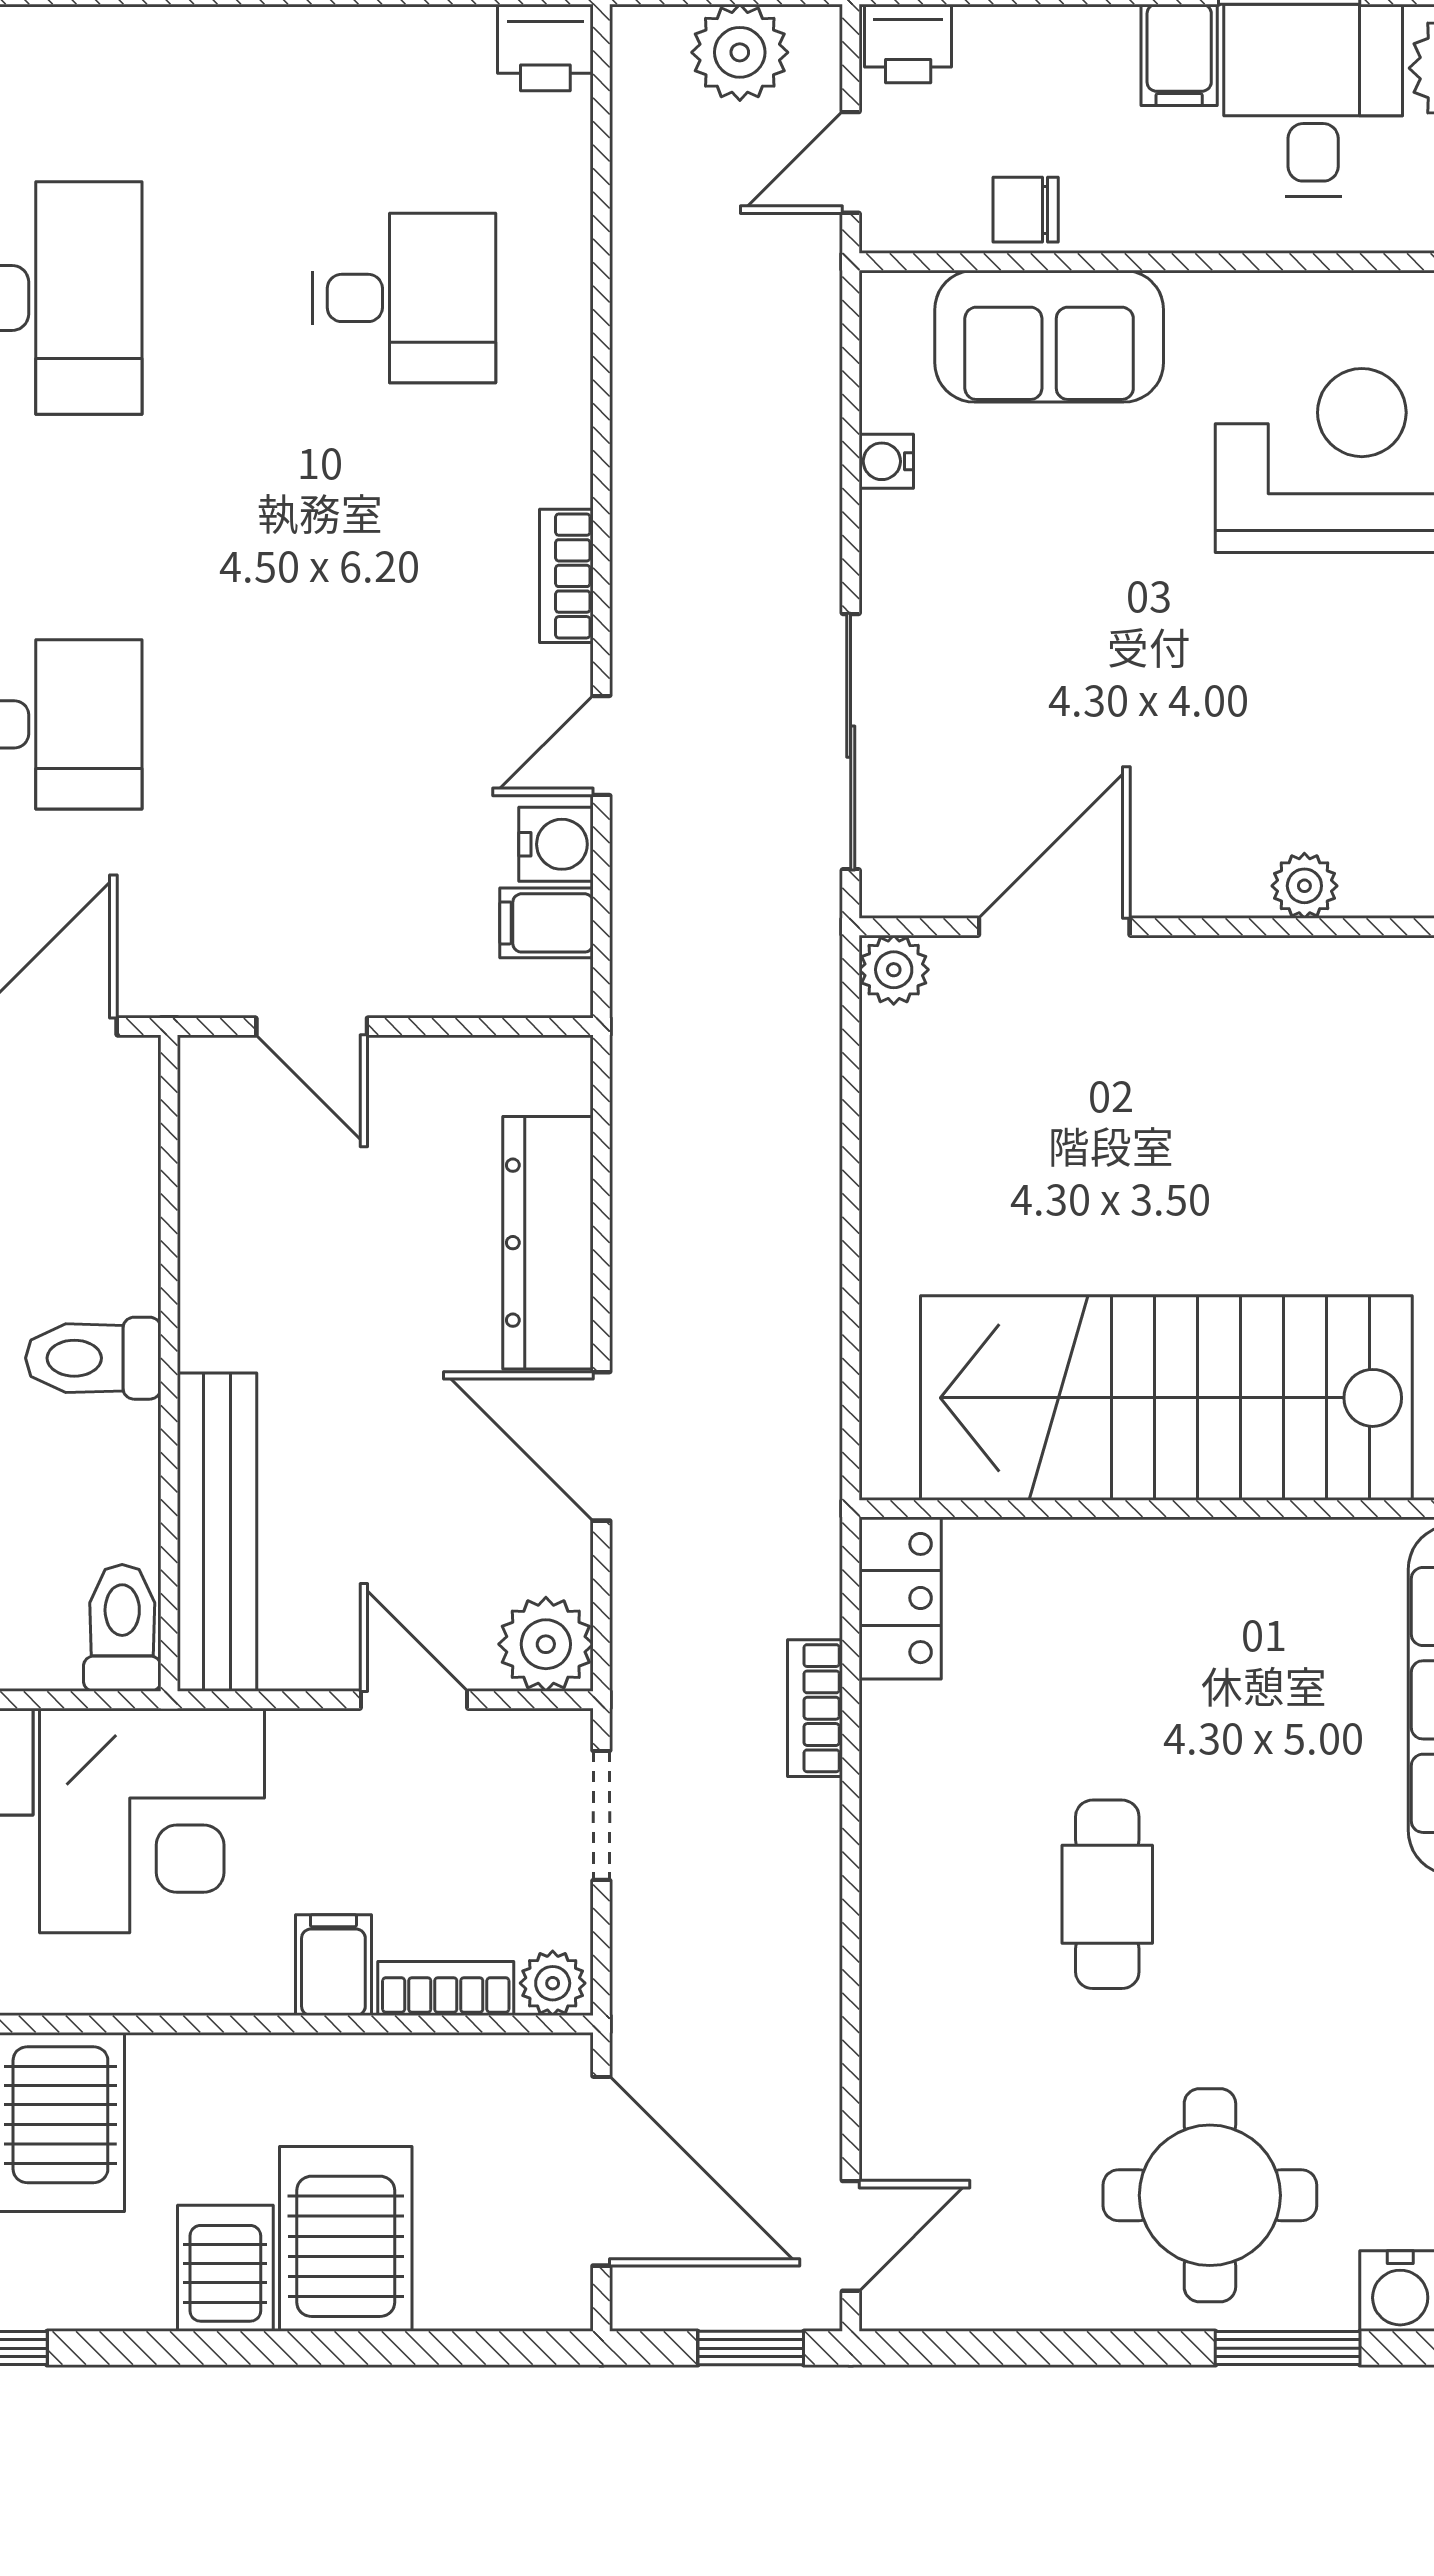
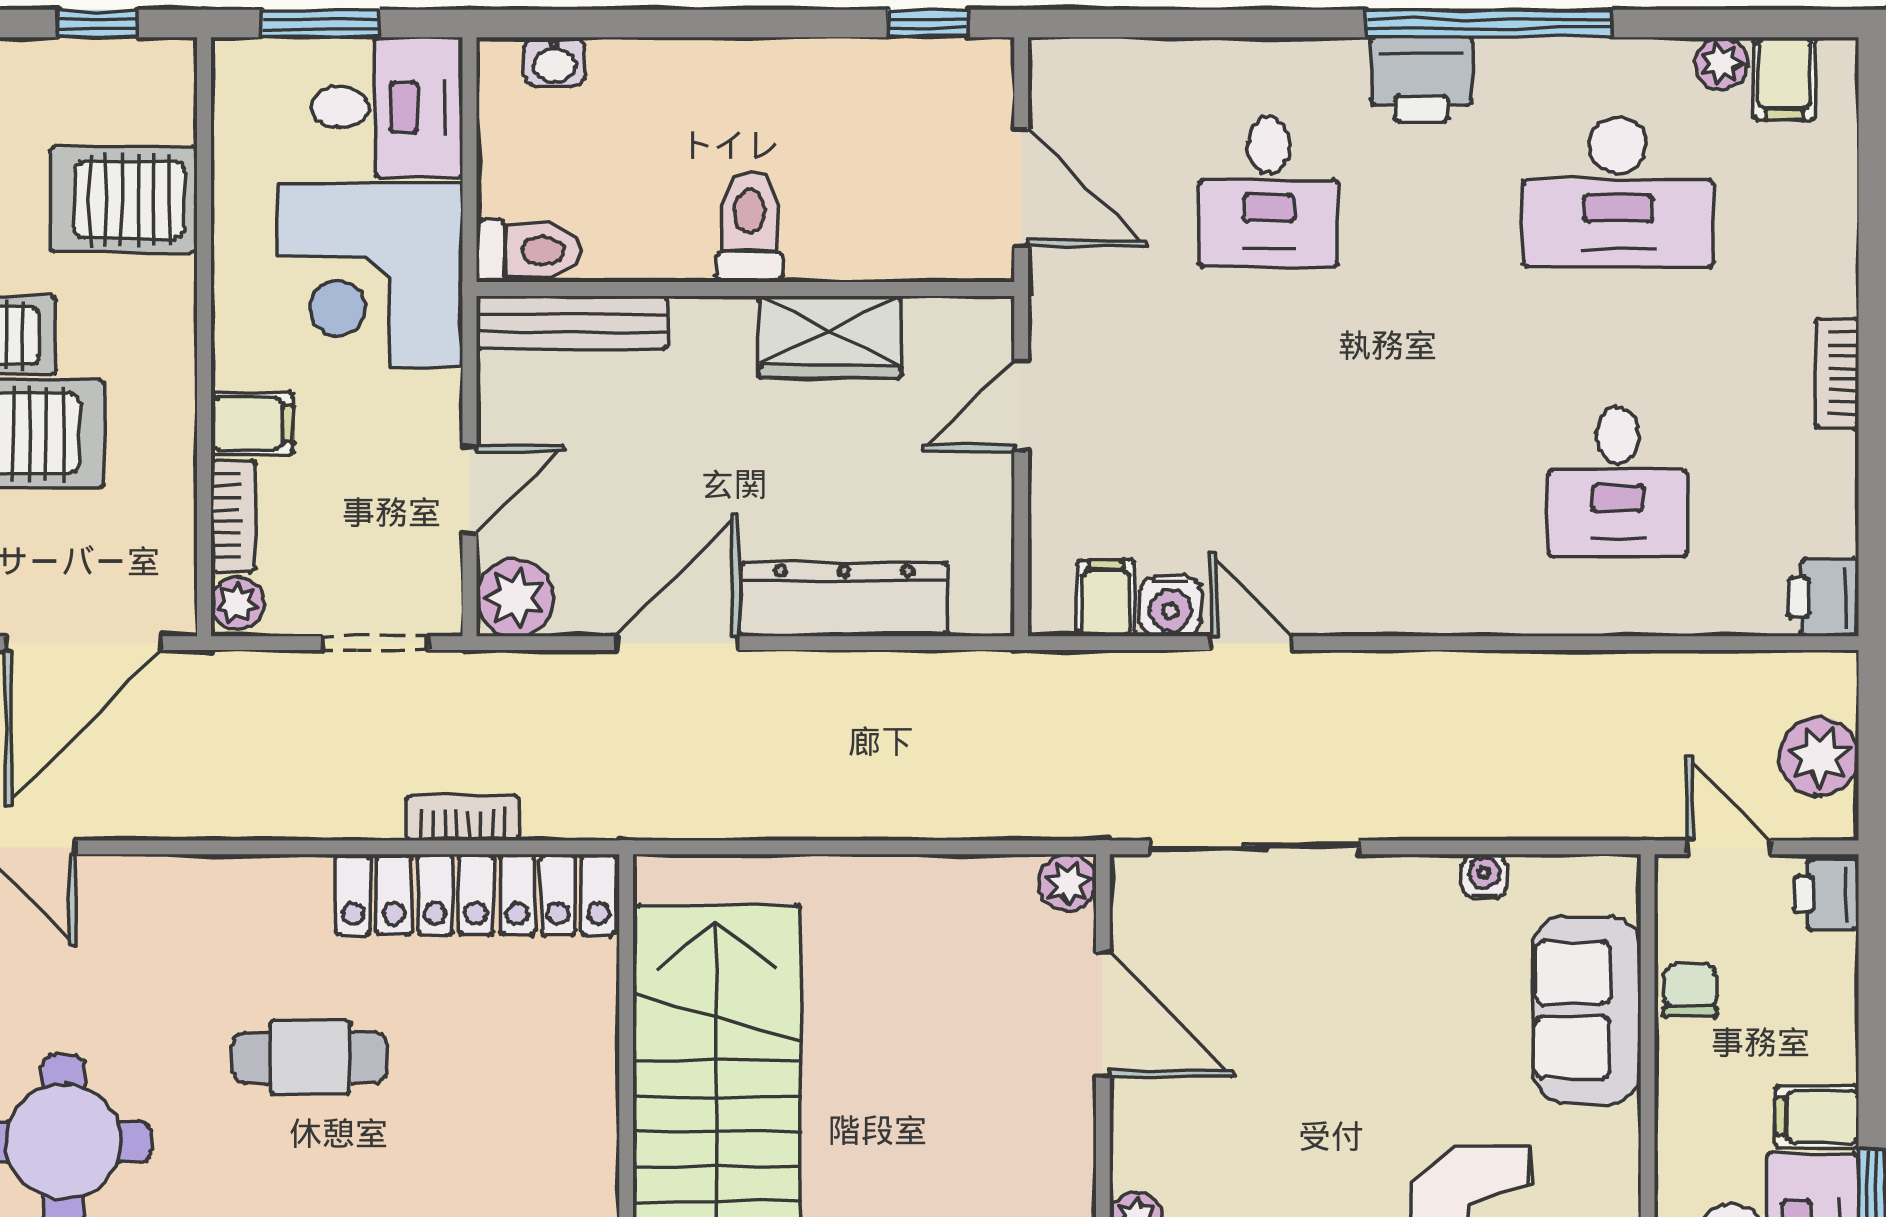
bookcase: (566, 576) -> (1837, 373), moved, turned -90
wardrobe: (228, 1260) -> (830, 337), added
bench: (217, 1532) -> (572, 323), width x0.73, depth x0.82
locker: (900, 1598) -> (476, 895), width x2.16, depth x1.21

